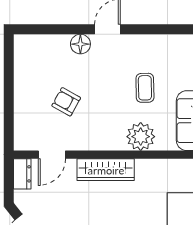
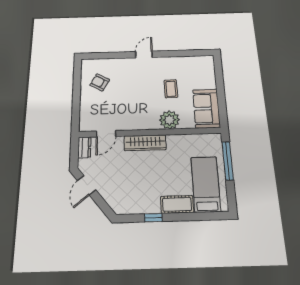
floor lamp: (80, 44) -> (126, 64), removed
armchair: (66, 102) -> (100, 82), moved

